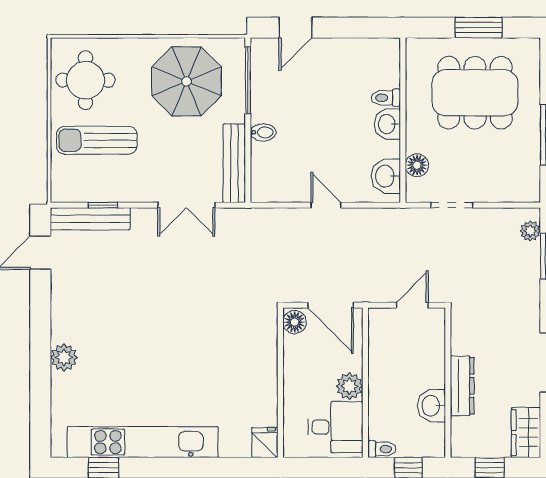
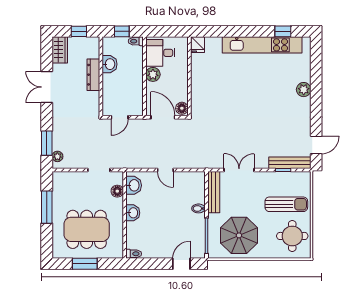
toilet: (386, 98) -> (134, 254), moved

